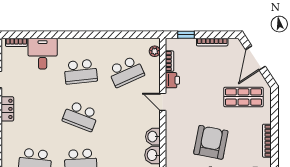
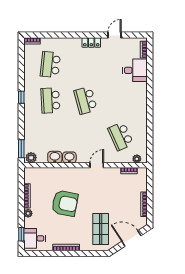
window: (186, 35) -> (150, 184), removed
school desk: (81, 72) -> (121, 100), removed
printer: (172, 80) -> (114, 173), removed
school desk: (81, 116) -> (86, 100), turned -36

